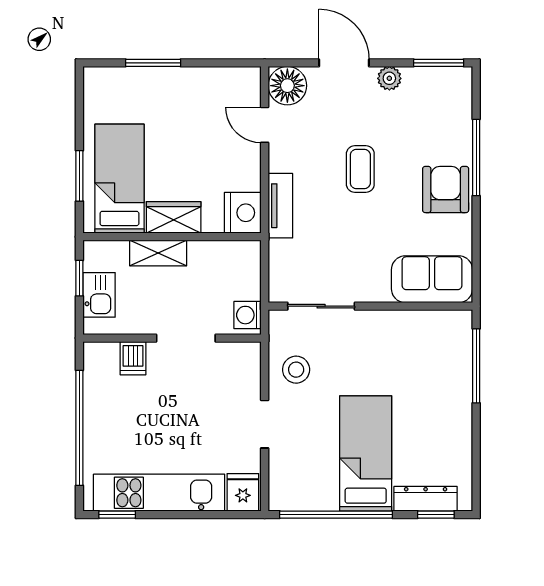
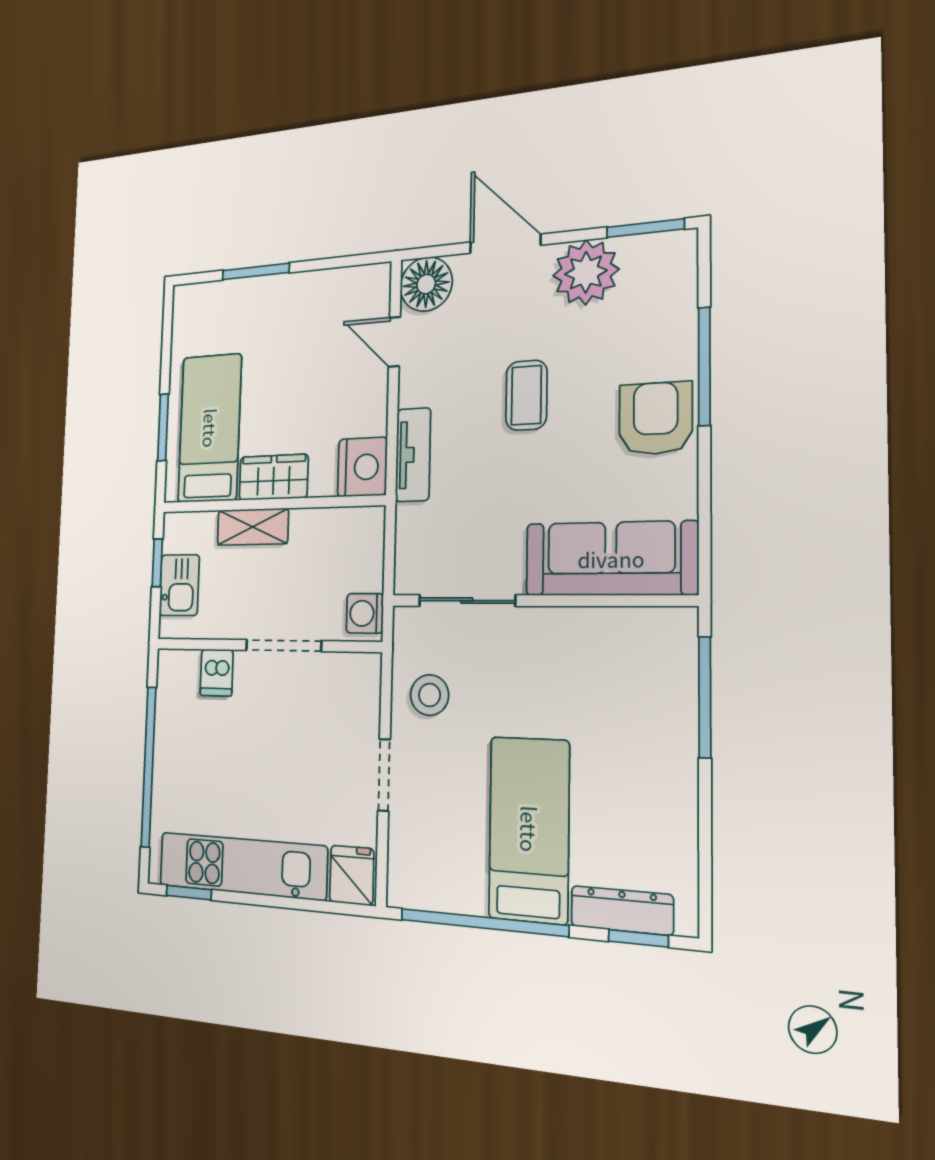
plant: (389, 78) -> (586, 272), width x1.88, depth x1.88
sofa: (432, 279) -> (611, 559), width x1.36

